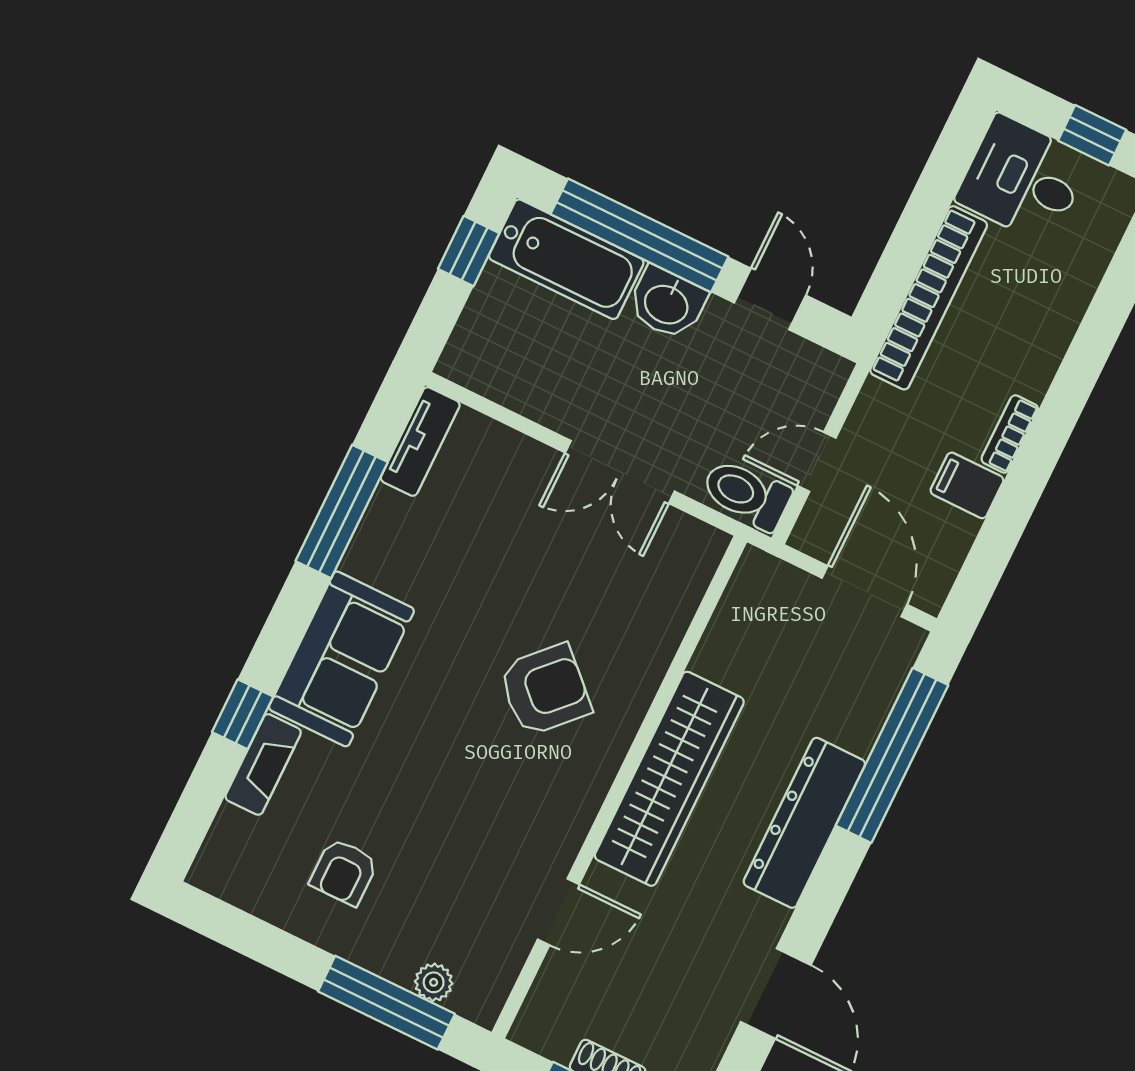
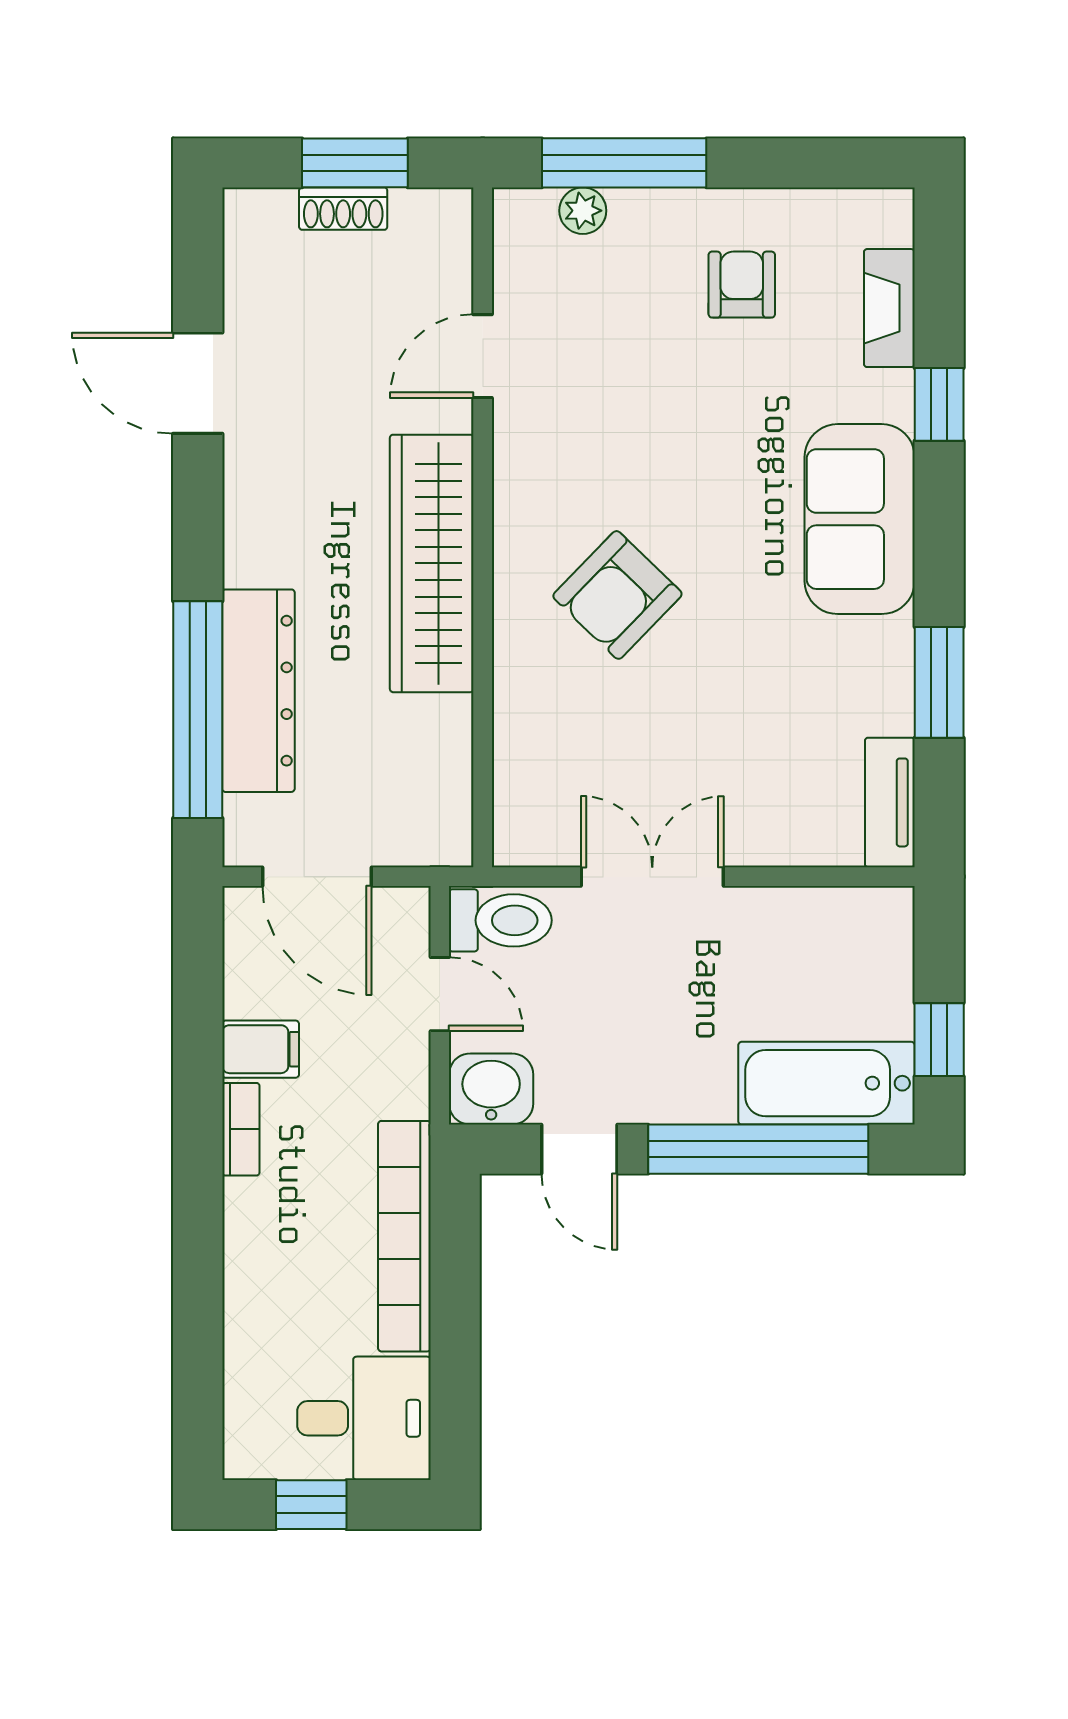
washbasin: (667, 303) -> (491, 1089), moved
door: (817, 462) -> (440, 994), hinge flipped
window: (342, 512) -> (939, 682), width x0.69
fireplace: (263, 764) -> (889, 308), moved
dresser: (804, 823) -> (258, 691), moved

